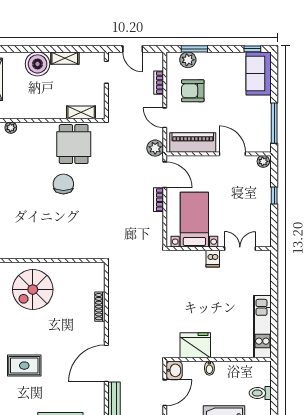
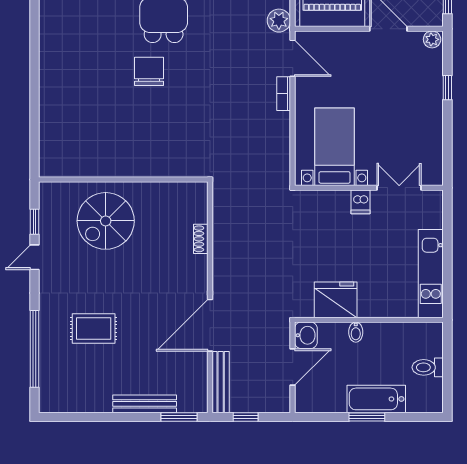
bed with nightstands: (194, 220) -> (335, 147), moved
wall: (219, 249) -> (369, 188), moved
double door: (240, 249) -> (399, 188), moved
dishwasher: (213, 259) -> (360, 202), moved
shoe rack: (100, 307) -> (201, 239), width x0.70

